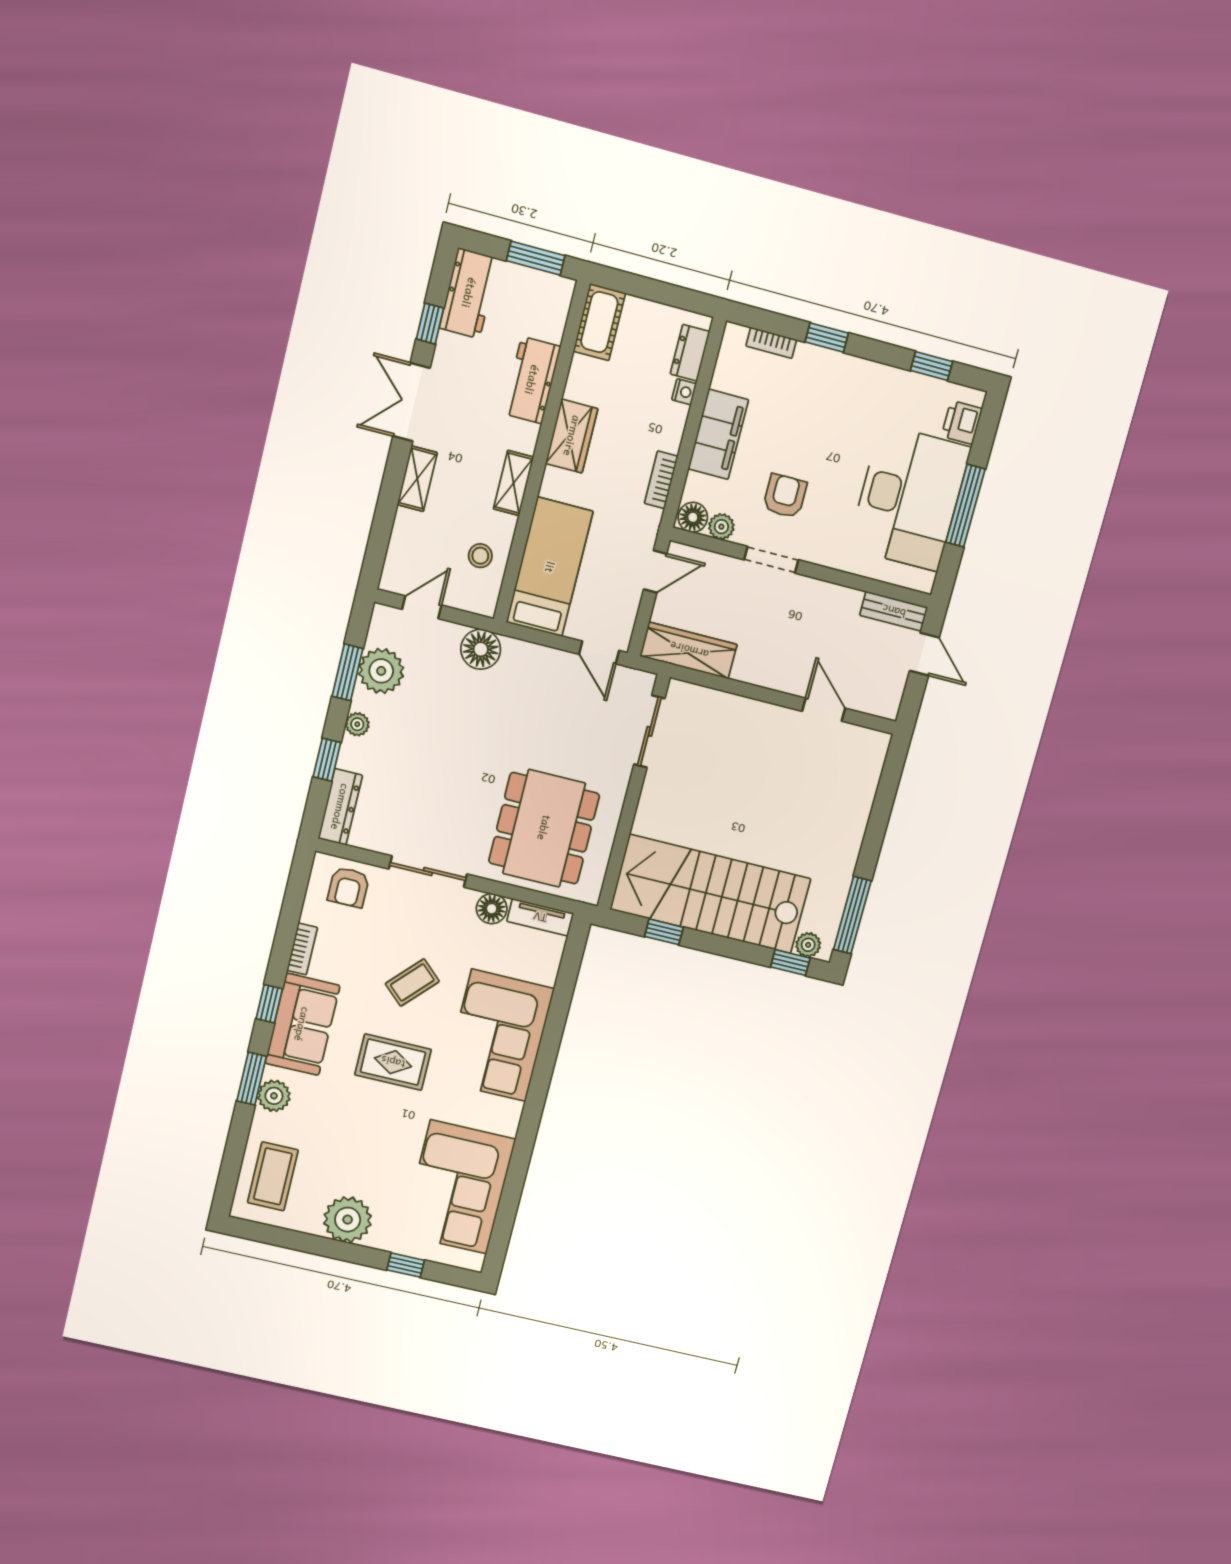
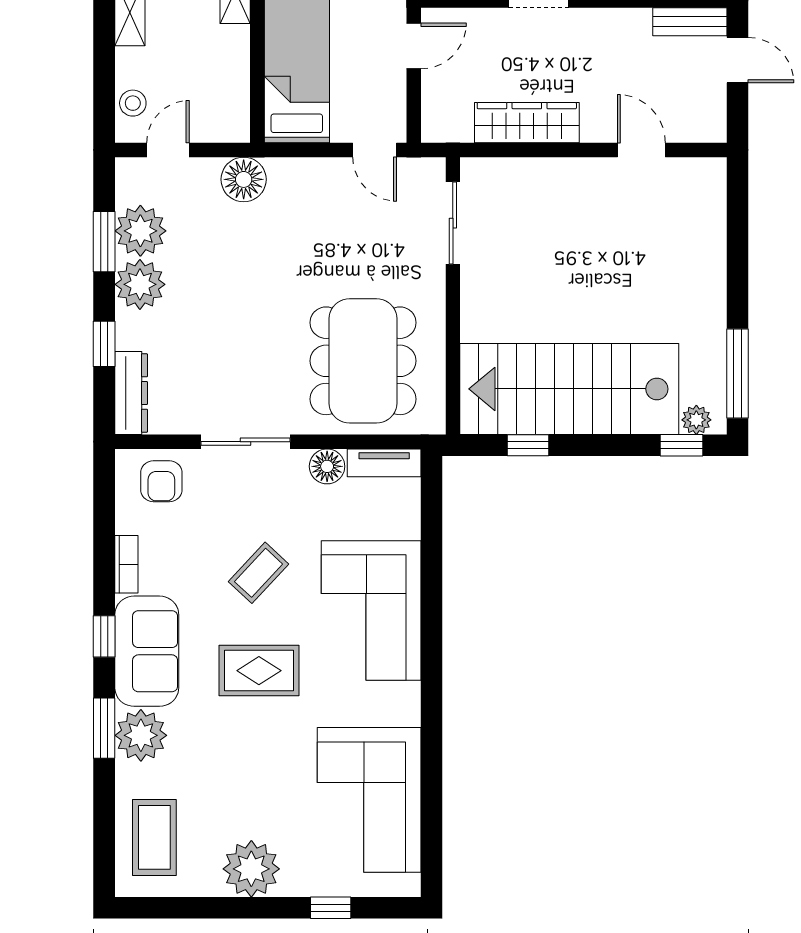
stool: (480, 556) -> (133, 103), moved
wardrobe: (689, 650) -> (527, 123), moved
plant: (357, 724) -> (140, 284), width x1.87, depth x1.87
plant: (274, 1096) -> (141, 735), width x1.36, depth x1.36

